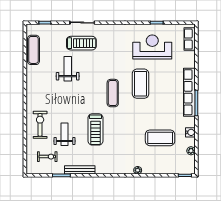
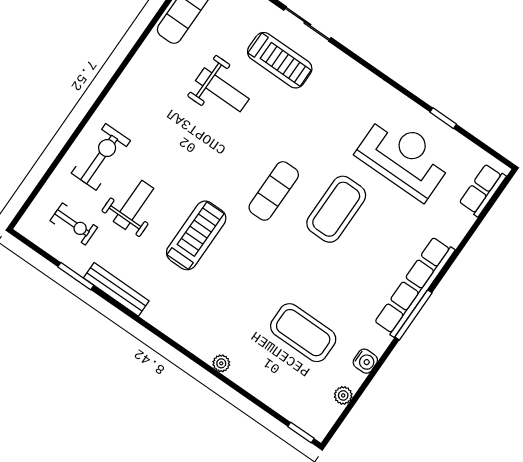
weight bench: (68, 69) -> (222, 90), turned 90
treadmill: (95, 129) -> (196, 235), turned 180

